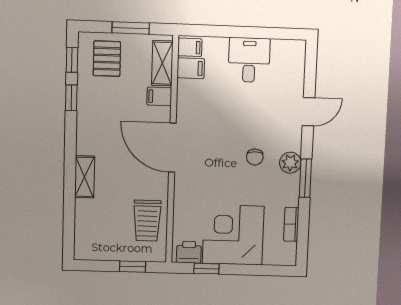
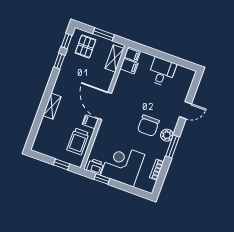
filing cabinet: (159, 96) -> (90, 122), moved
chair: (255, 157) -> (148, 126), width x1.87, depth x1.87

